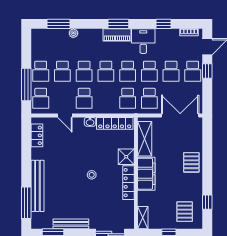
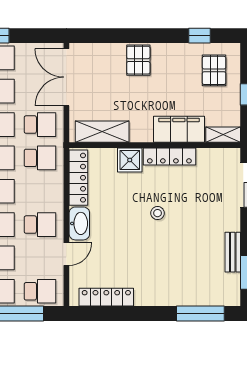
washbasin: (90, 122) -> (79, 223), width x1.91, depth x1.45
locker: (37, 135) -> (106, 297), width x1.53
pallet: (191, 162) -> (138, 60), turned 90
filing cabinet: (146, 174) -> (179, 129), moved
bench: (37, 186) -> (174, 296), removed
pallet: (185, 212) -> (214, 70), turned 90
bench: (71, 224) -> (233, 252), width x0.73

